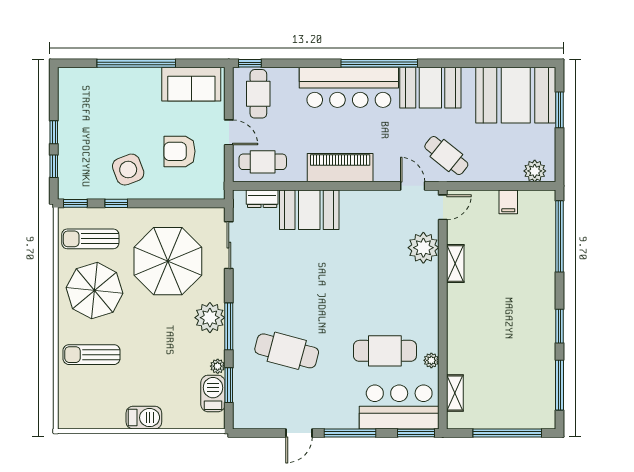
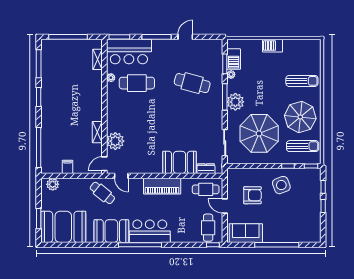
bar counter: (349, 87) -> (150, 231), width x0.73

